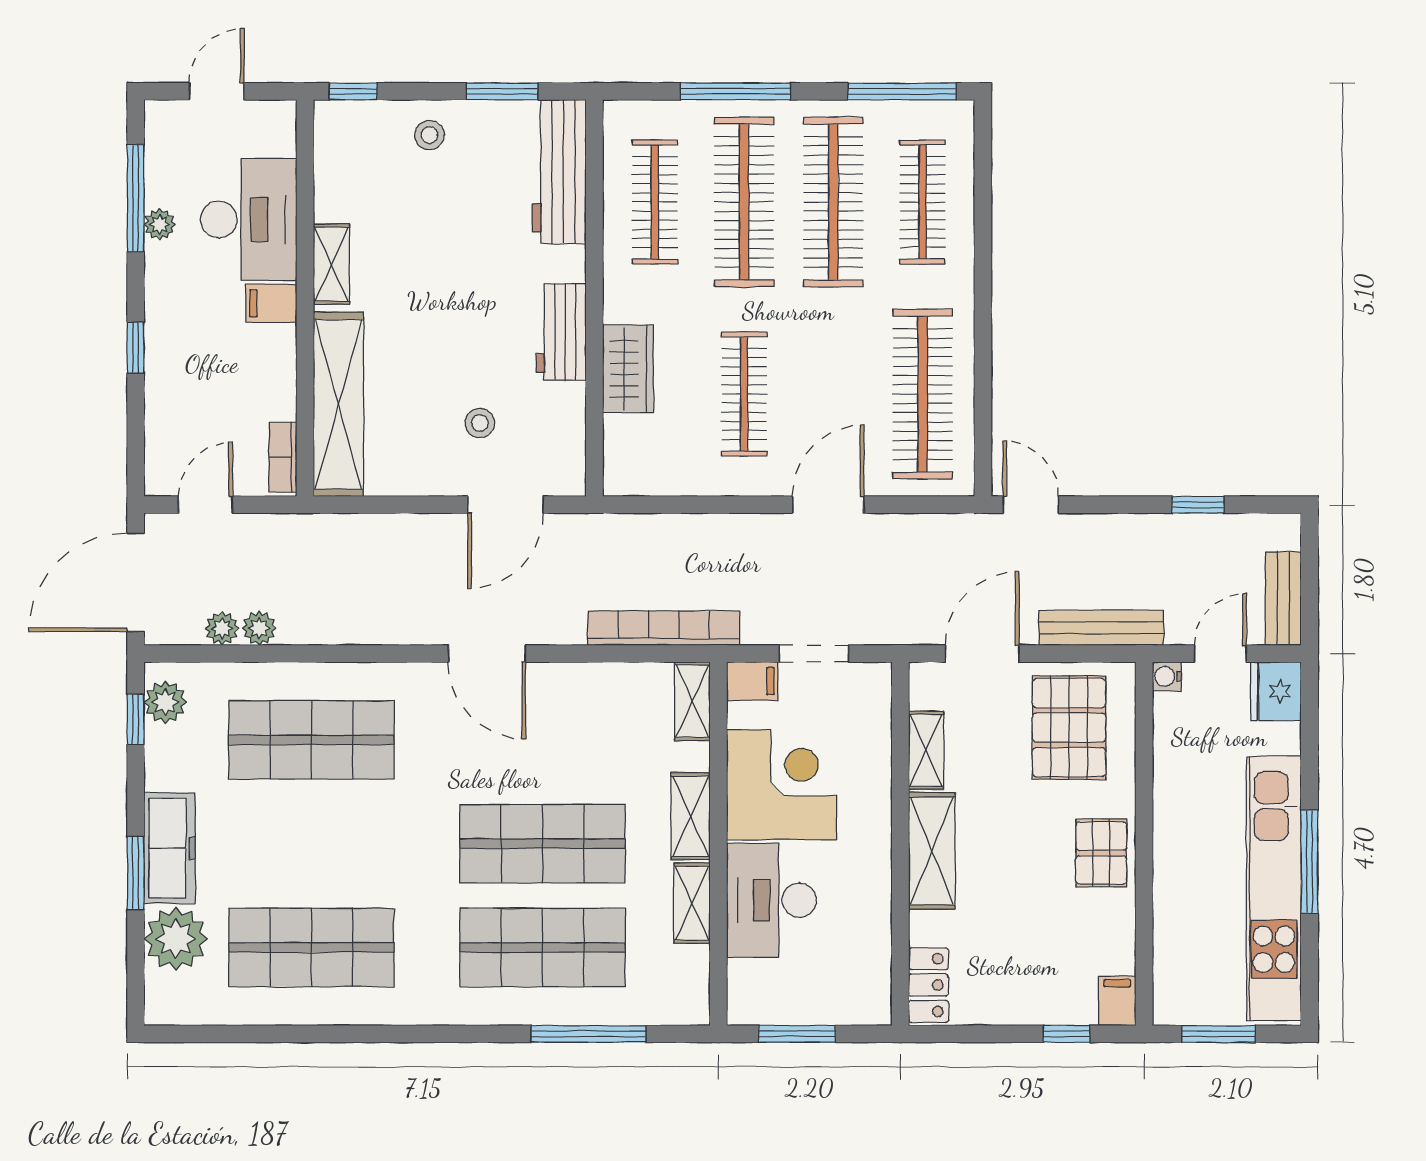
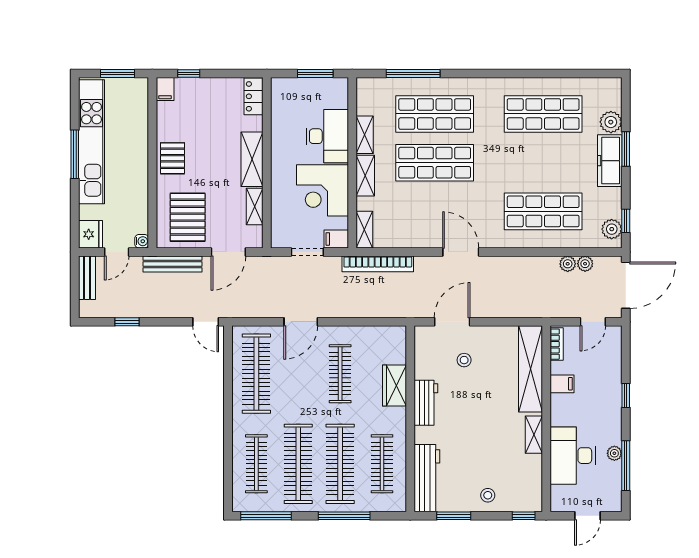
filing cabinet: (271, 303) -> (562, 384), moved
plant: (176, 939) -> (611, 122), width x0.73, depth x0.73

